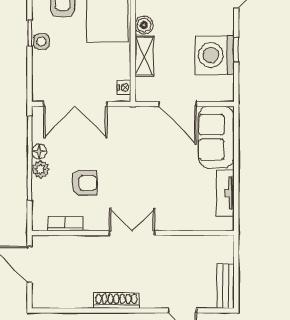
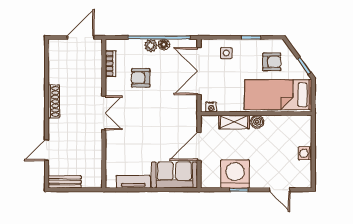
side table: (41, 41) -> (226, 53), moved
armchair: (84, 183) -> (141, 78), turned 90

